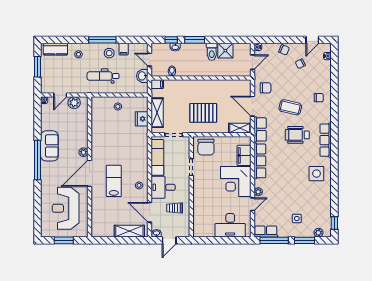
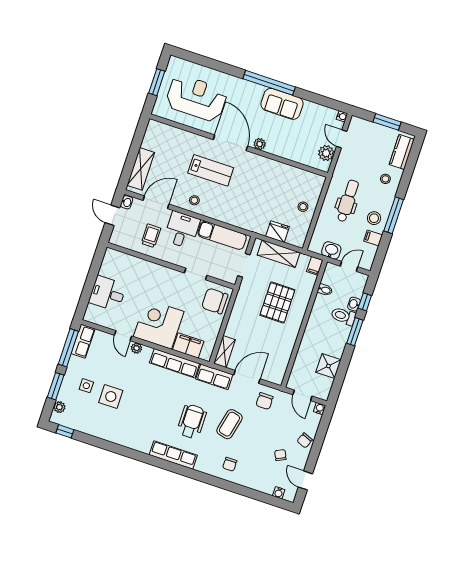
toilet: (212, 52) -> (343, 316), moved
pallet: (203, 113) -> (277, 302), moved
side table: (316, 174) -> (111, 397), moved
desk: (230, 225) -> (107, 294), width x0.73

